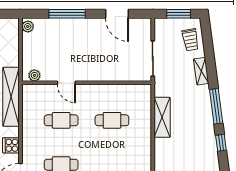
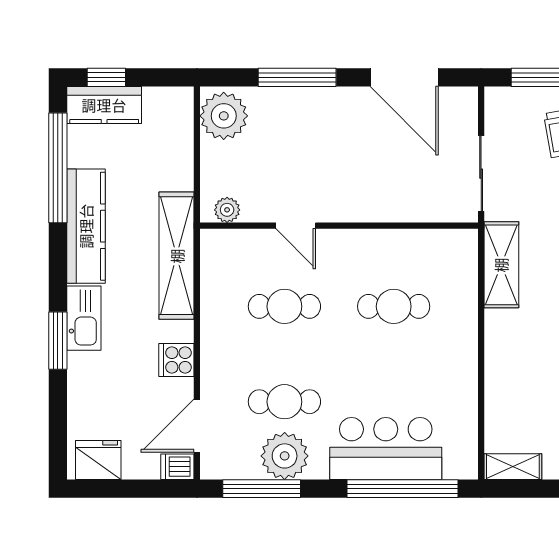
door: (117, 14) -> (404, 77), width x1.36
plant: (28, 26) -> (224, 116), width x1.88, depth x1.88
shelving: (162, 117) -> (501, 265), moved

